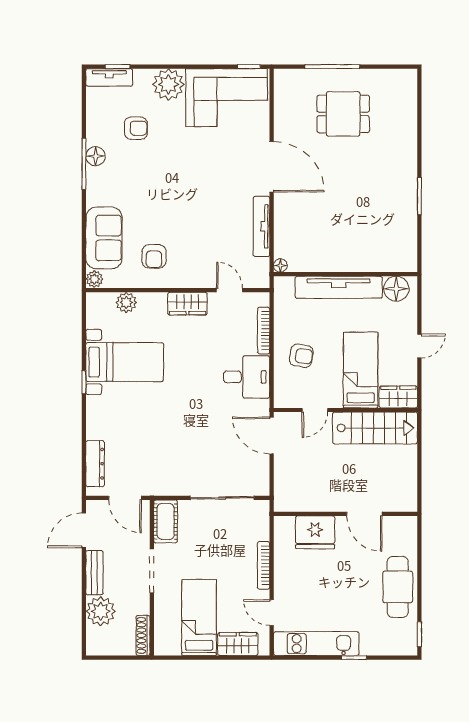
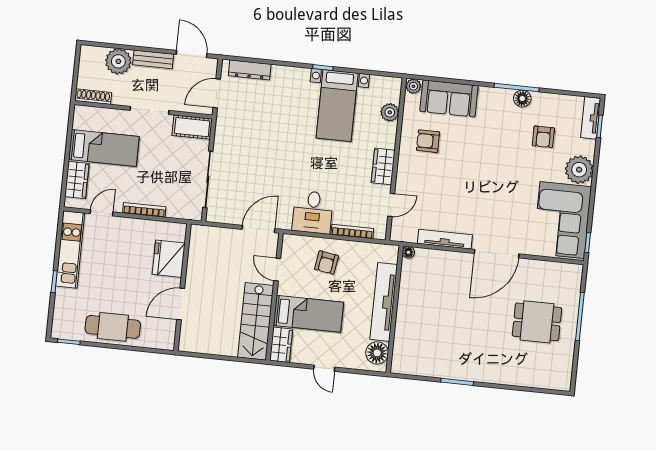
dining table: (343, 114) -> (537, 322), turned 90

